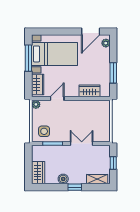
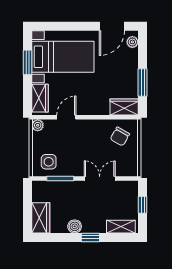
window: (28, 58) -> (27, 62), width x0.69
wardrobe: (90, 91) -> (124, 107), moved
chair: (97, 113) -> (120, 136), added

